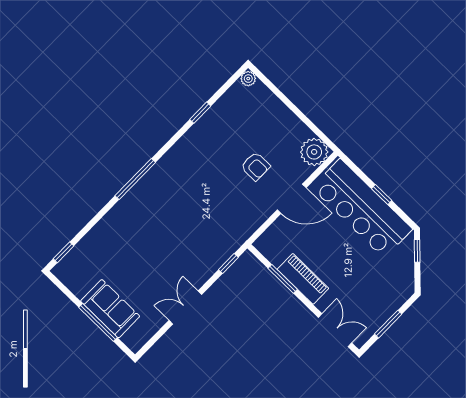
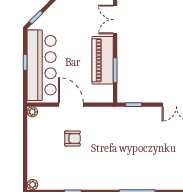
plant: (314, 152) -> (32, 112), width x0.53, depth x0.53
armchair: (255, 166) -> (72, 138), turned 90
piano: (303, 279) -> (103, 60), width x1.37, depth x1.33

